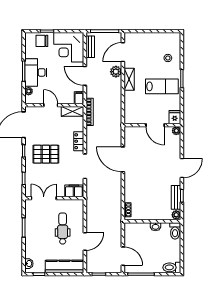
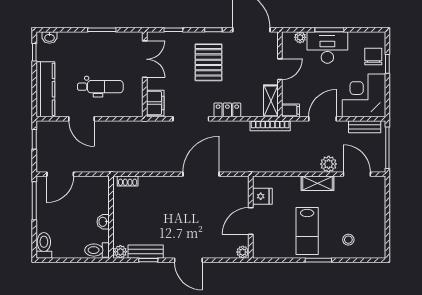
fridge: (175, 117) -> (262, 196), moved

